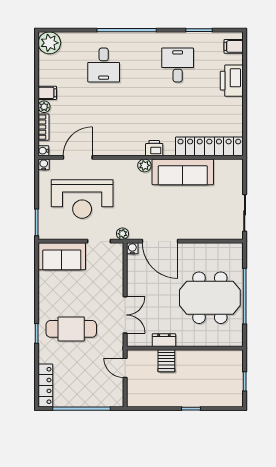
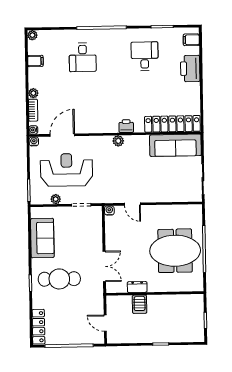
plant: (49, 43) -> (32, 35), width x0.53, depth x0.53
filing cabinet: (47, 93) -> (35, 61), moved
sofa: (183, 172) -> (175, 145), moved
reception desk: (82, 199) -> (67, 170), turned 180
plant: (122, 234) -> (56, 199), moved
door: (160, 241) -> (132, 204), width x0.53
sofa: (62, 256) -> (42, 238), moved, turned -90
door: (125, 368) -> (105, 323), moved

